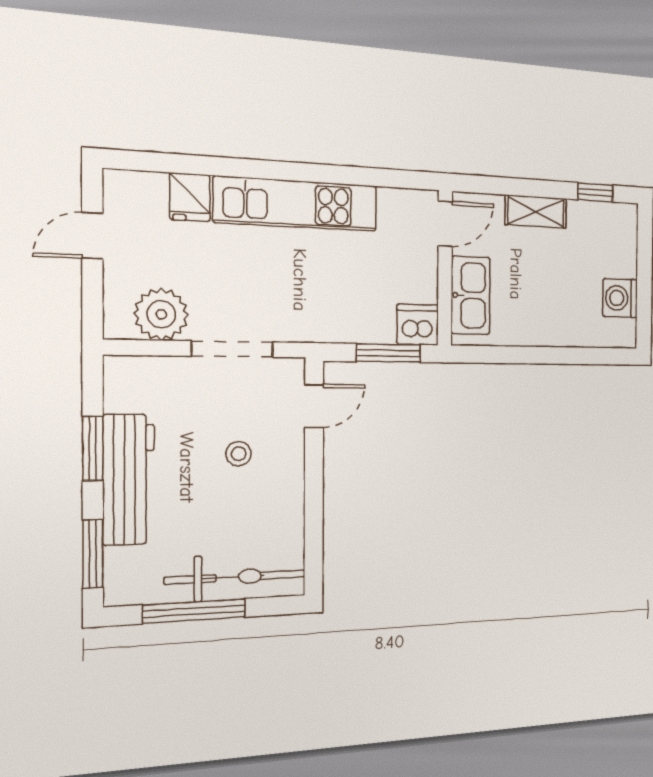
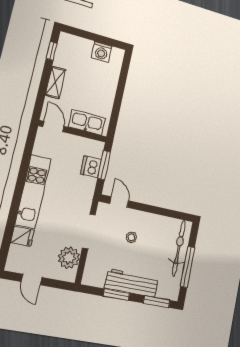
dishwasher: (418, 325) -> (91, 167), moved

